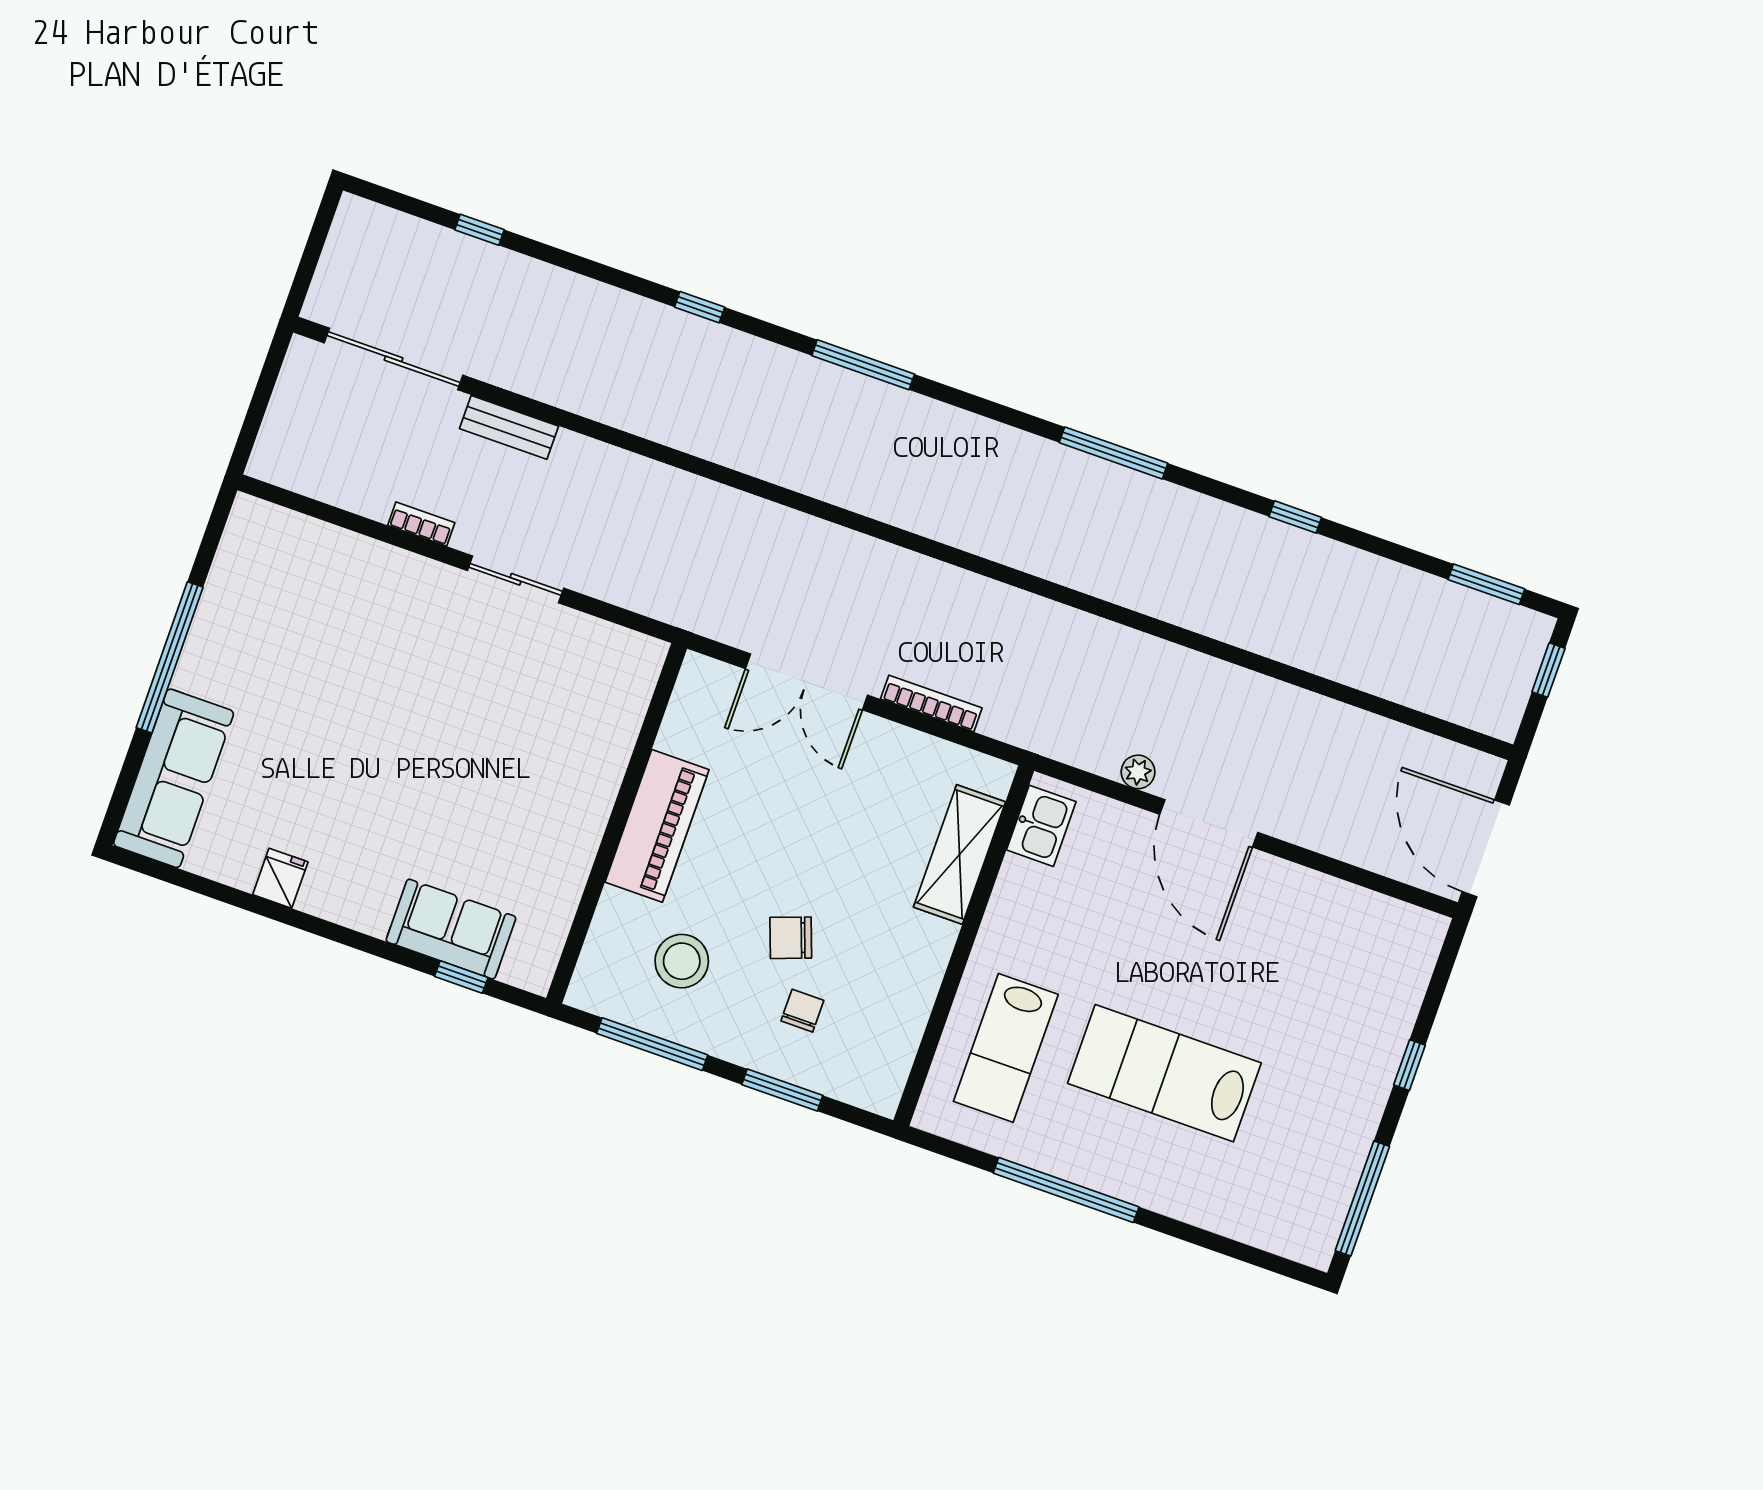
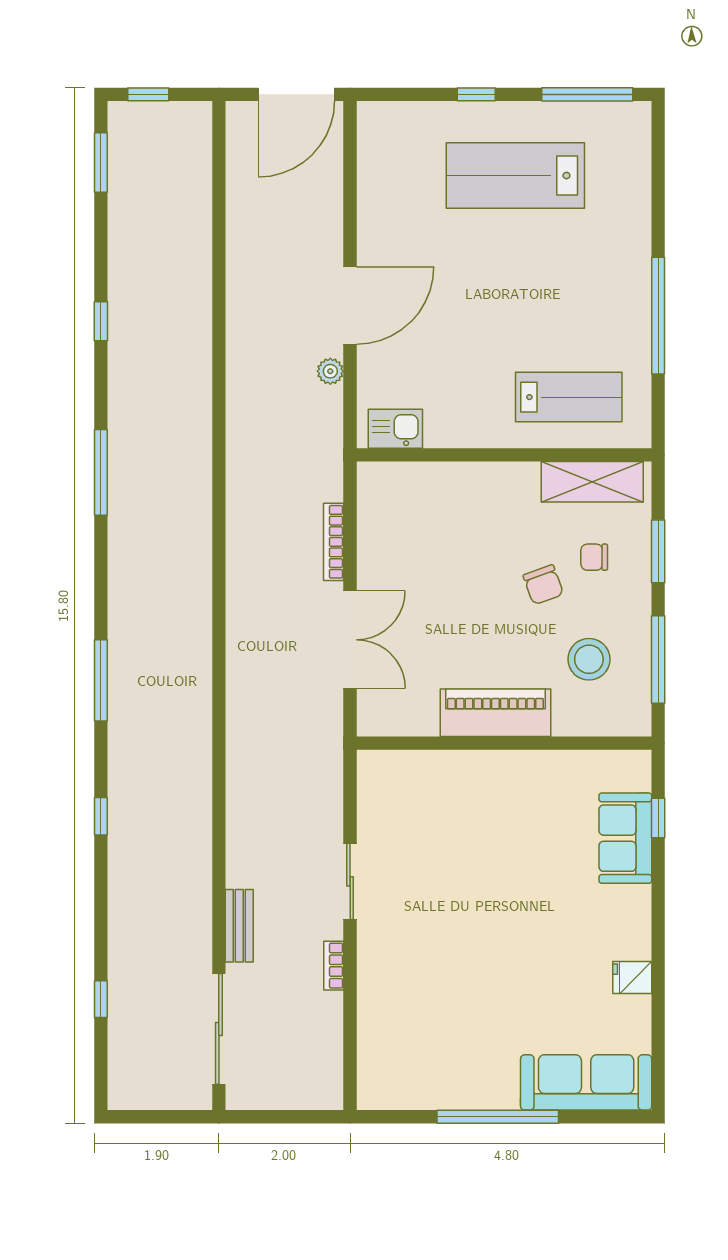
shelving: (959, 854) -> (592, 482), moved
lab bench: (1164, 1073) -> (515, 176), moved, turned 90

